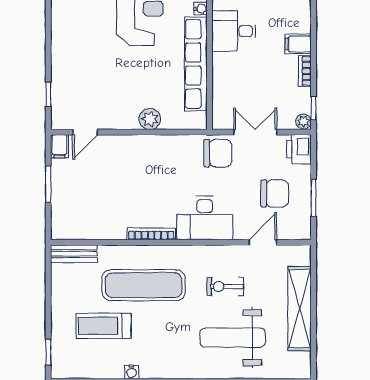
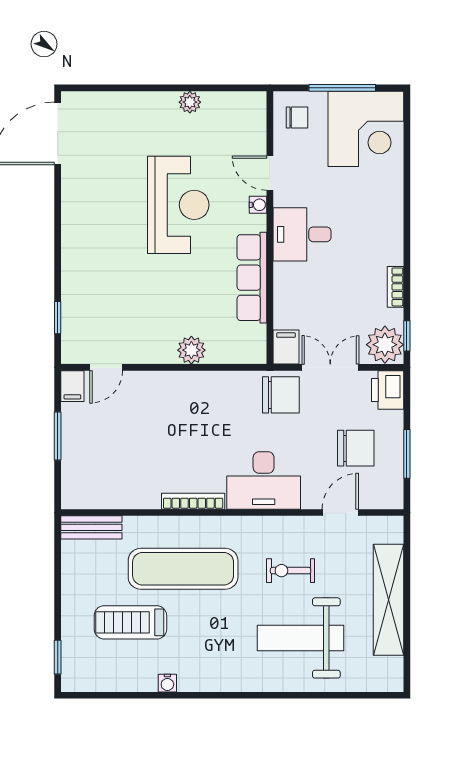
filing cabinet: (298, 44) -> (286, 347), moved, turned 90
row of seats: (196, 64) -> (252, 278), width x0.73
plant: (303, 121) -> (385, 345), width x1.88, depth x1.88

